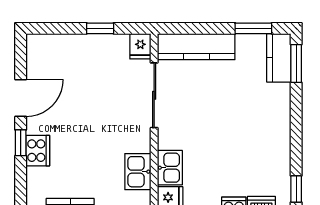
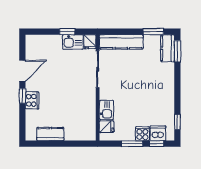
kitchen sink: (138, 172) -> (73, 42), moved, turned -90

